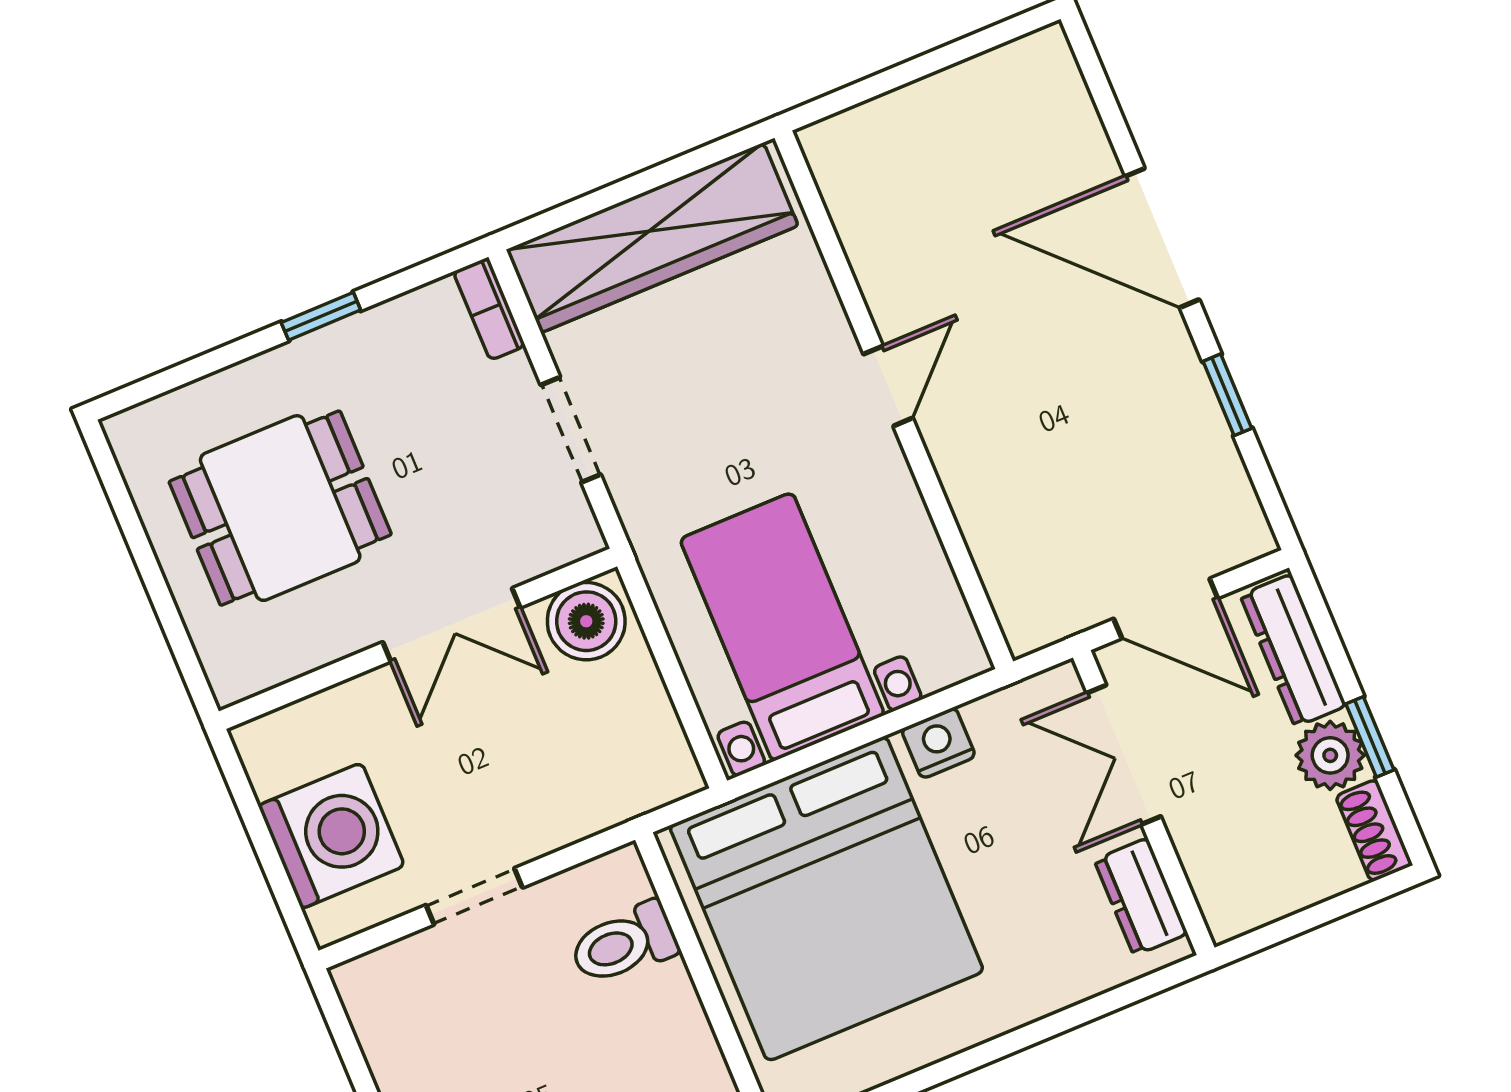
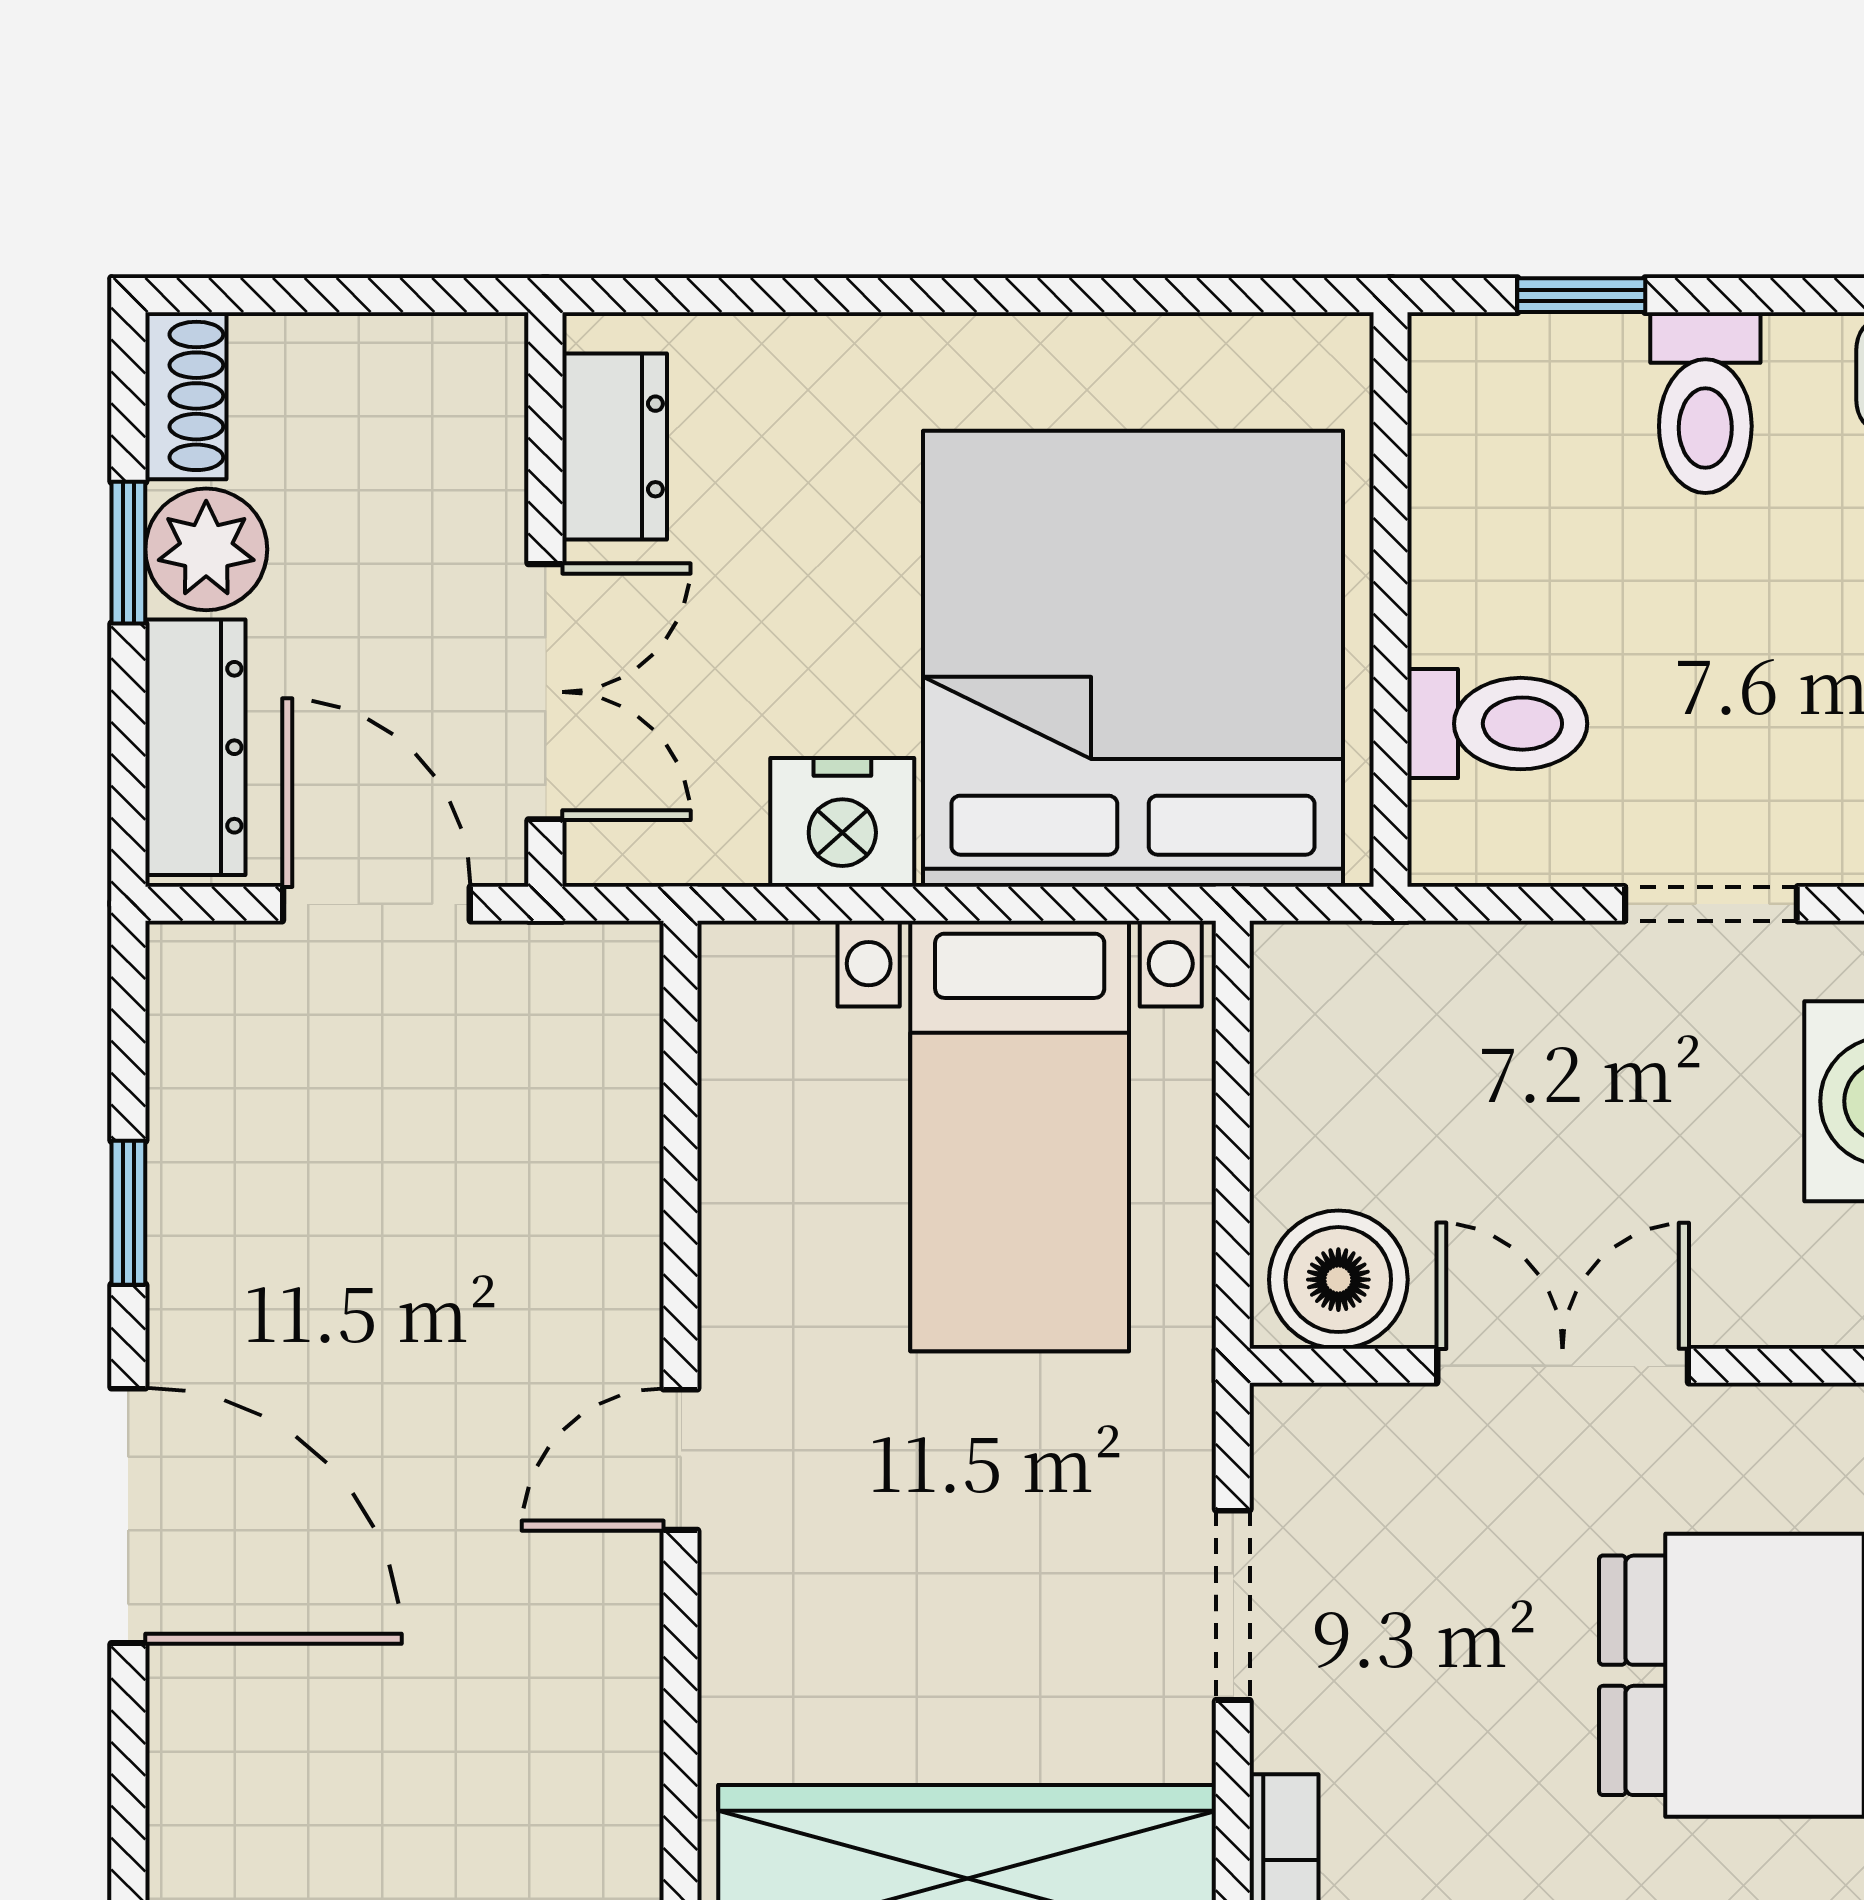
nightstand: (938, 743) -> (842, 822), width x1.36, depth x1.33

